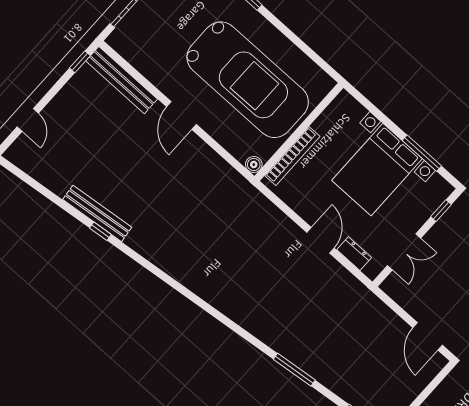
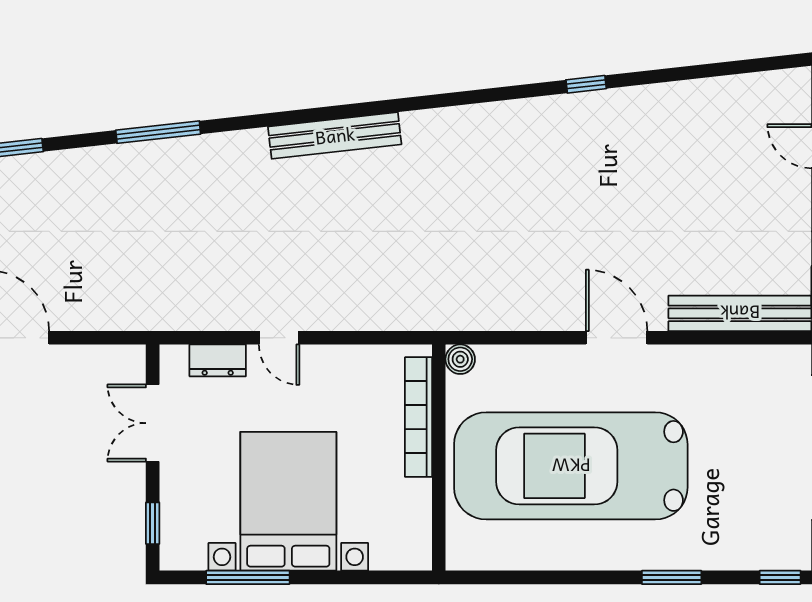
bench: (97, 213) -> (335, 135), moved
door: (320, 240) -> (279, 338), width x0.73

